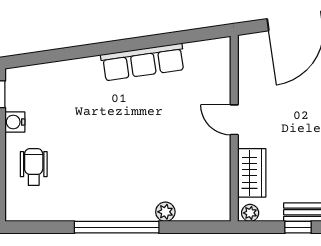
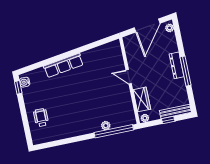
row of seats: (143, 62) -> (63, 65), moved
water cooler: (15, 122) -> (25, 82), moved
window: (117, 227) -> (114, 131), moved

